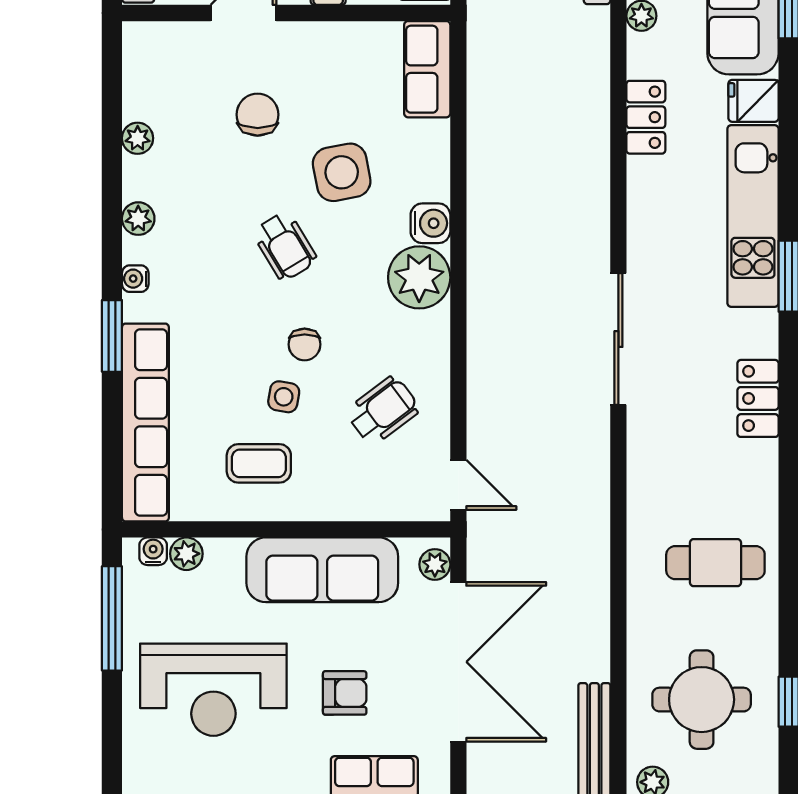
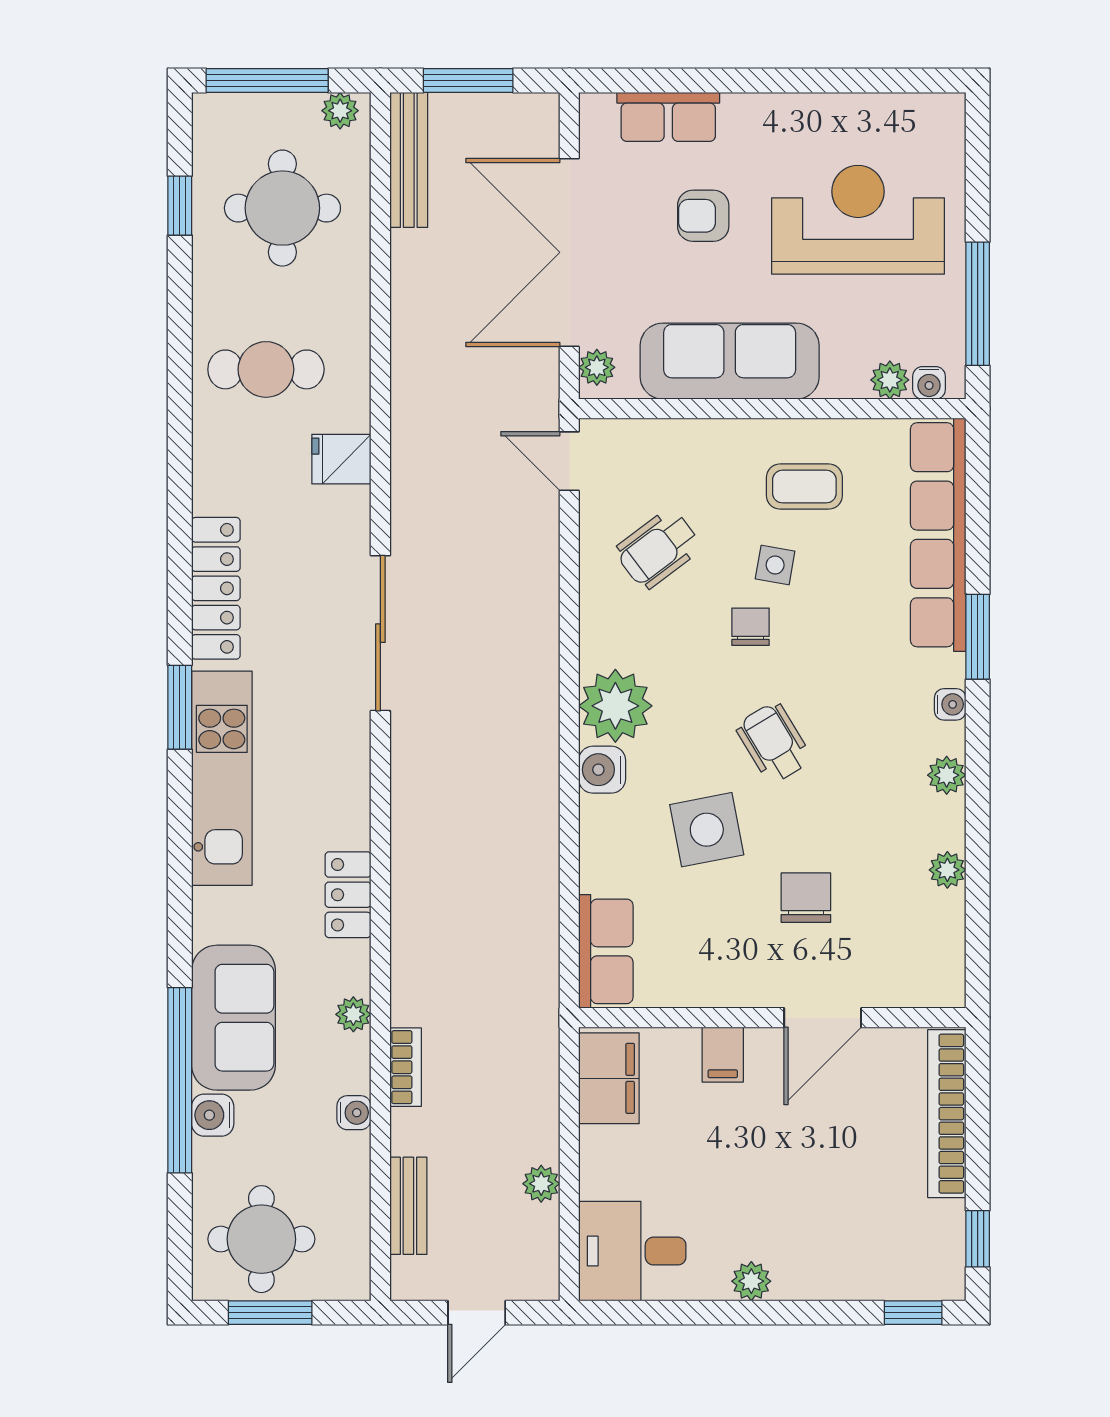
fridge: (753, 101) -> (341, 459), moved, turned 180
chair: (258, 115) -> (806, 898), turned 180
locker: (758, 398) -> (216, 588), width x1.53

